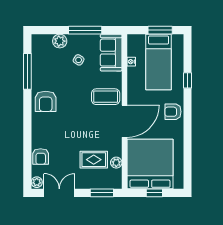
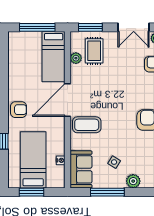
rug: (94, 160) -> (94, 51), moved, turned 90
bed: (150, 164) -> (54, 57), width x0.49
window: (154, 193) -> (37, 27), width x2.17

